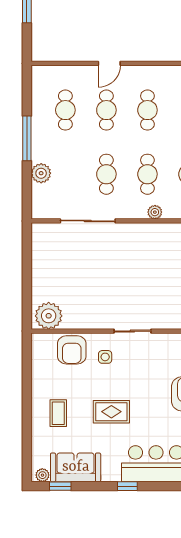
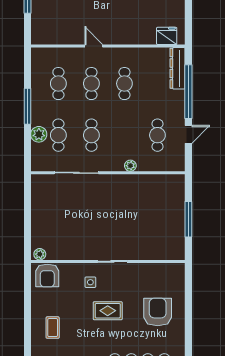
door: (109, 63) -> (94, 46), swing flipped
cafe table: (147, 174) -> (58, 135), moved
plant: (49, 316) -> (40, 254), width x0.53, depth x0.53
armchair: (72, 350) -> (47, 276), moved
rug: (111, 412) -> (108, 311), moved

